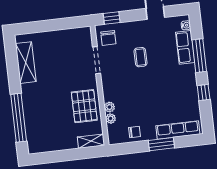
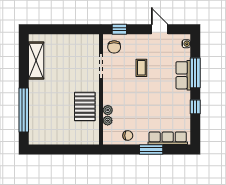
row of seats: (185, 47) -> (183, 75), moved
shelving: (91, 141) -> (87, 139), removed

